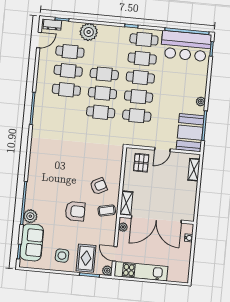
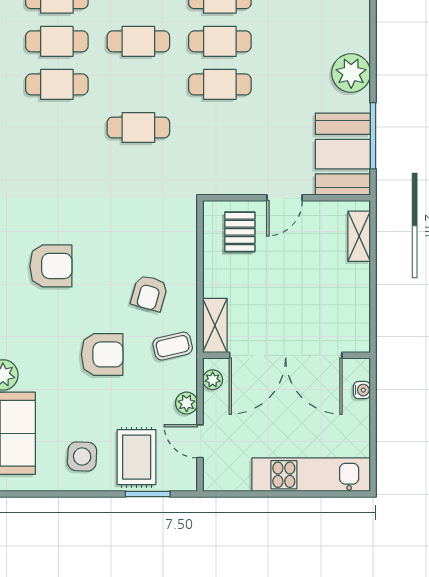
cafe table: (102, 93) -> (138, 84), removed
plant: (201, 101) -> (351, 73), width x1.88, depth x1.88
cafe table: (137, 116) -> (220, 127), removed
armchair: (56, 170) -> (51, 266), added
armchair: (99, 186) -> (149, 293), turned 133
plant: (107, 271) -> (187, 403), moved
kitchen unit: (141, 271) -> (311, 475), moved

